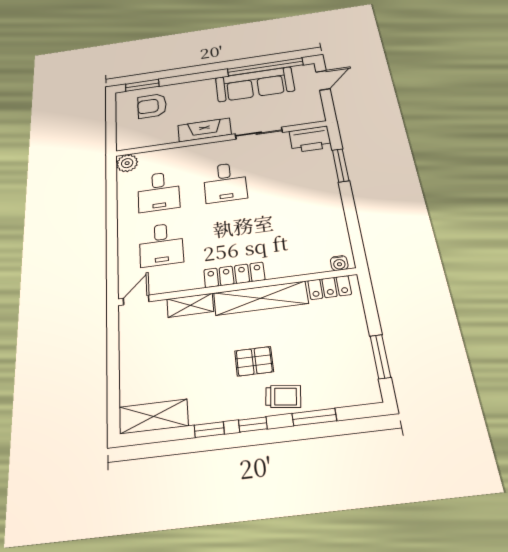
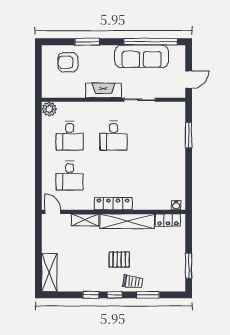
door: (323, 80) -> (189, 80), moved
window: (142, 85) -> (87, 42), moved
printer: (310, 139) -> (173, 111), removed
door: (136, 300) -> (53, 212), hinge flipped
shelving: (153, 416) -> (49, 273), moved, turned 90

